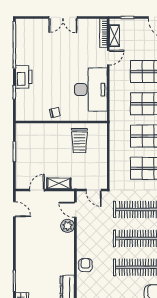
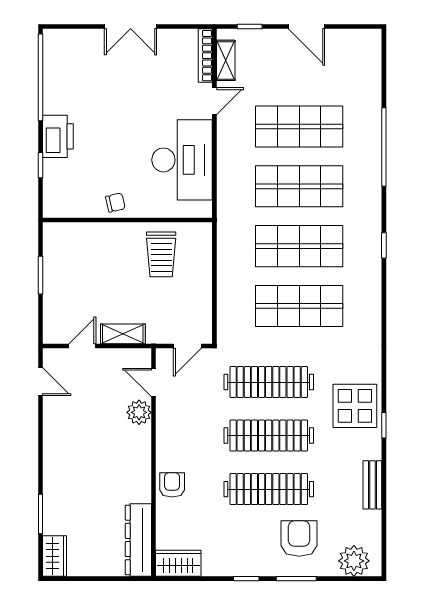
door: (94, 190) -> (187, 346), hinge flipped

